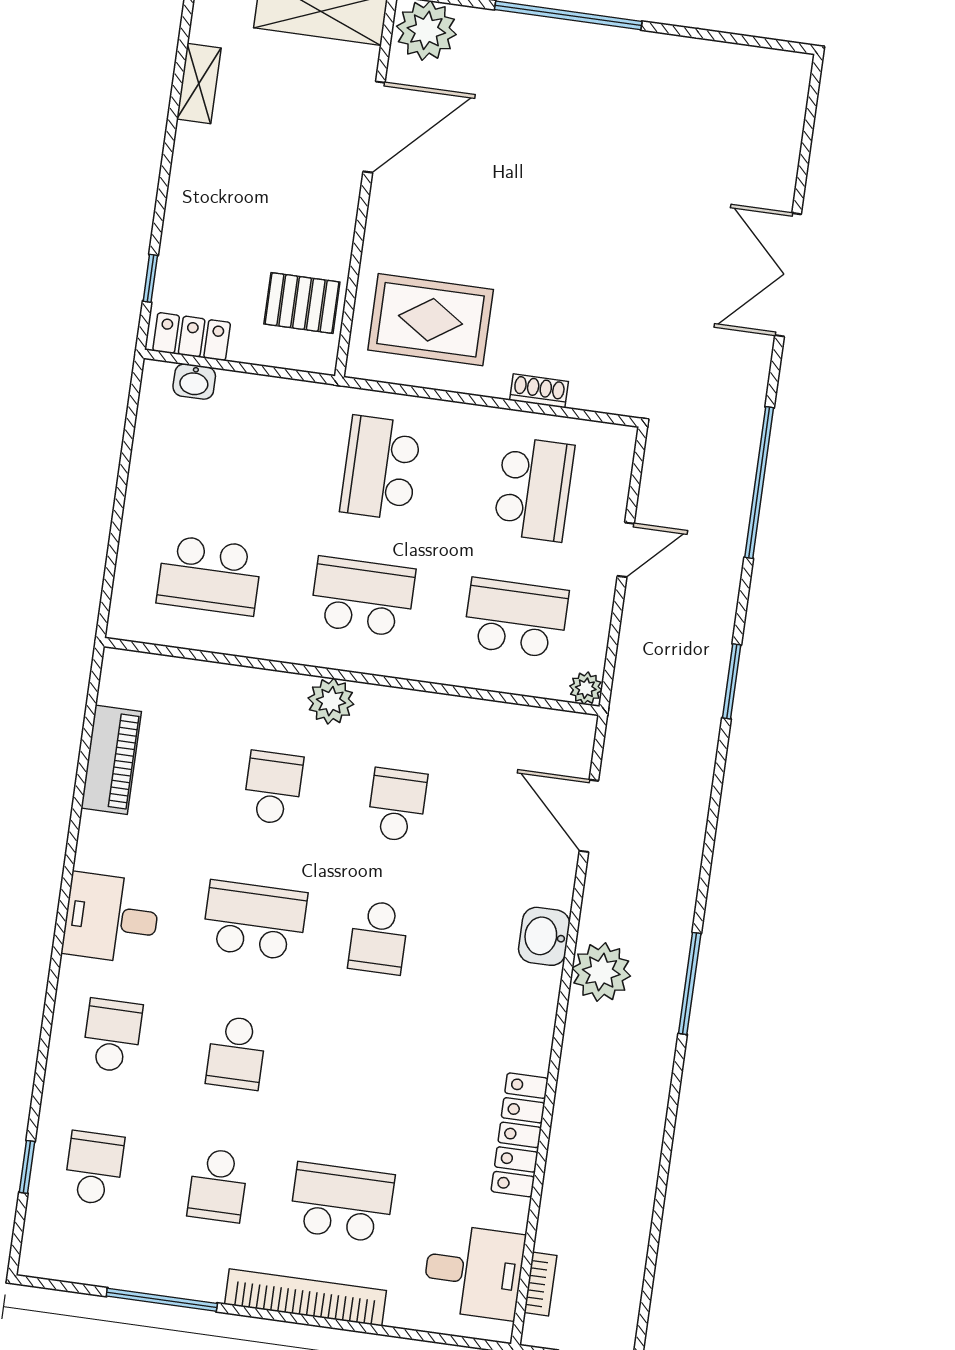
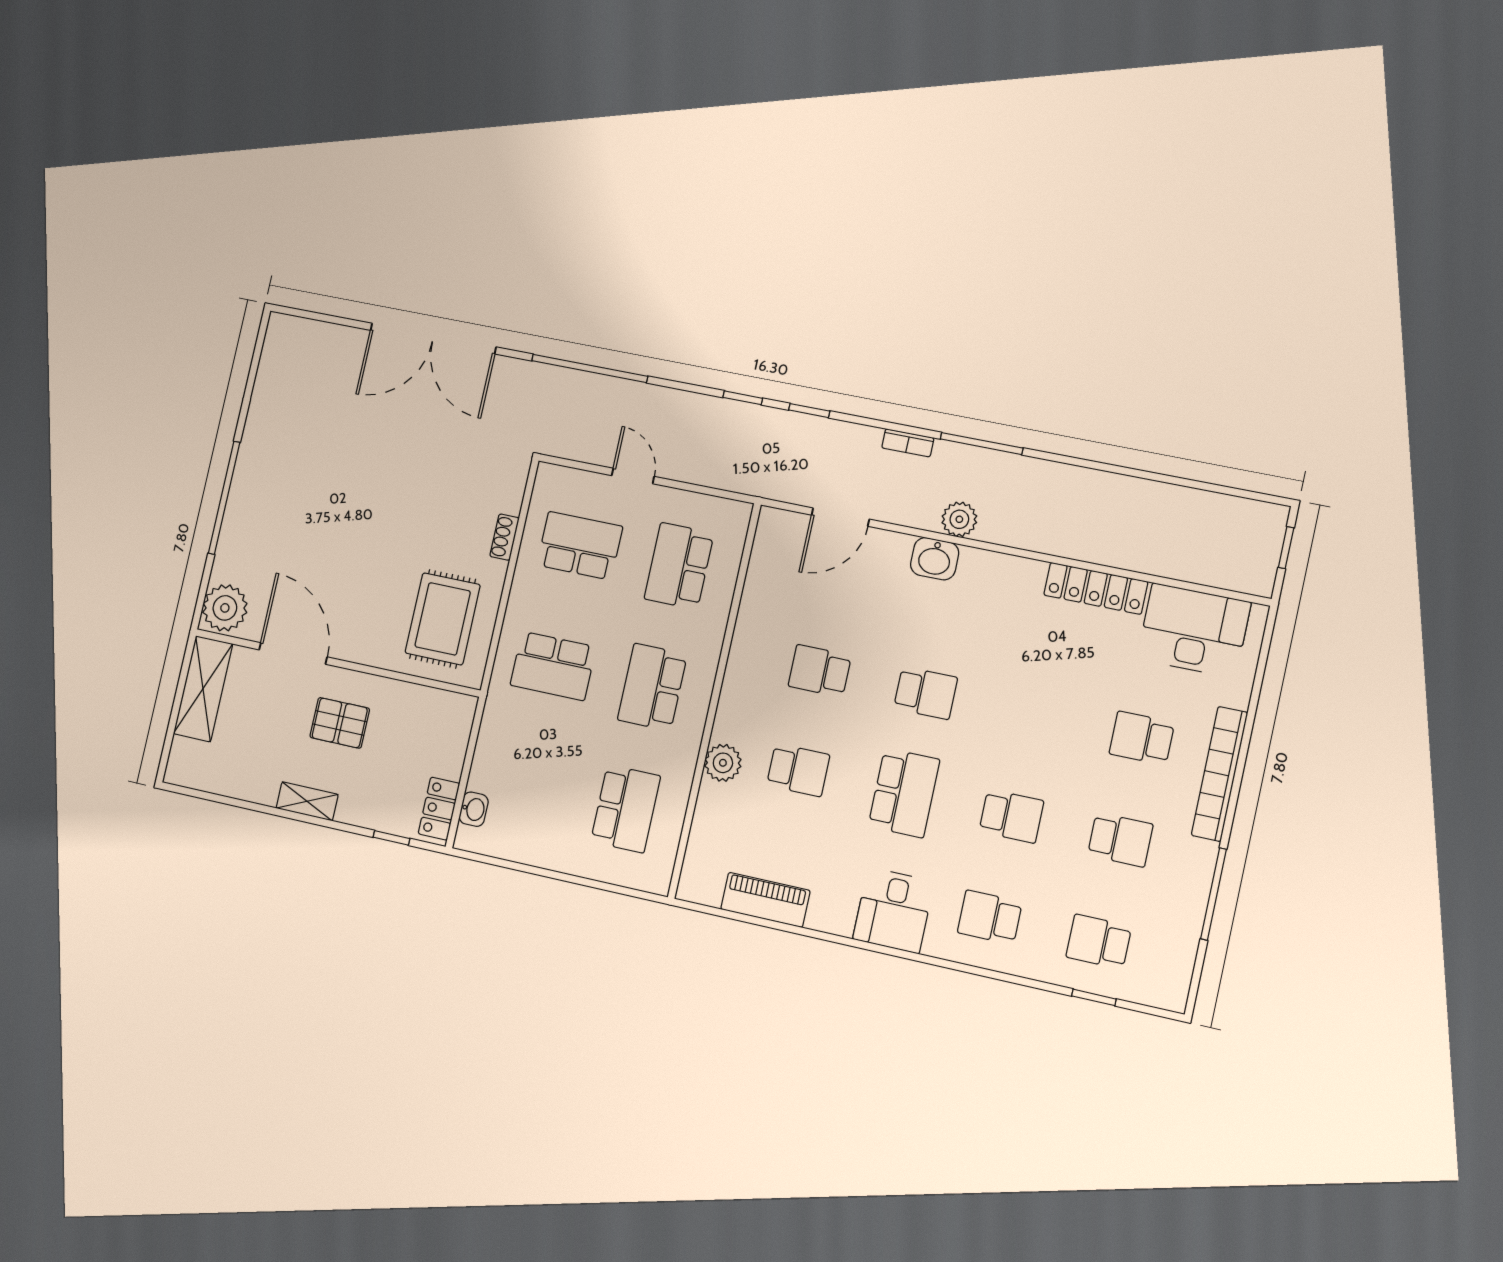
shelving: (199, 83) -> (307, 801), moved
double door: (788, 275) -> (433, 339), width x1.36
pallet: (302, 303) -> (340, 723), moved, turned 90
window: (732, 681) -> (743, 398), width x0.67
plant: (586, 688) -> (739, 514), removed
plant: (331, 701) -> (723, 763), moved
window: (720, 767) -> (809, 411), added
school desk: (273, 788) -> (798, 770), turned 180
school desk: (255, 920) -> (904, 793), turned 180
plant: (601, 972) -> (959, 519), width x0.73, depth x0.73
school desk: (342, 1202) -> (1142, 738), width x0.54
desk: (474, 1272) -> (1194, 630), width x1.37
bookcase: (540, 1284) -> (908, 443), moved, turned 180

